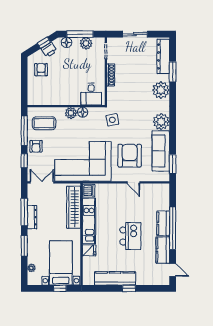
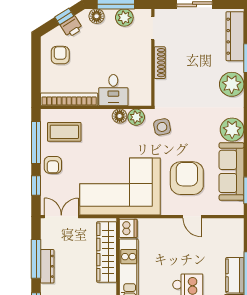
desk: (91, 94) -> (113, 90), moved
bookcase: (47, 101) -> (69, 99), added
plant: (71, 113) -> (136, 117), moved

